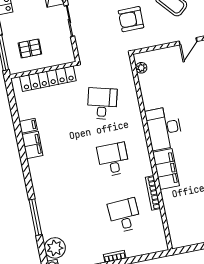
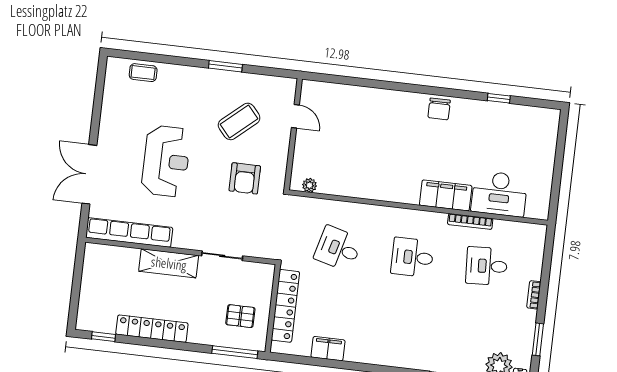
pallet: (30, 48) -> (240, 316), turned 90
filing cabinet: (28, 126) -> (328, 349), width x2.00
desk: (164, 128) -> (499, 194), moved
filing cabinet: (32, 145) -> (362, 352), removed

